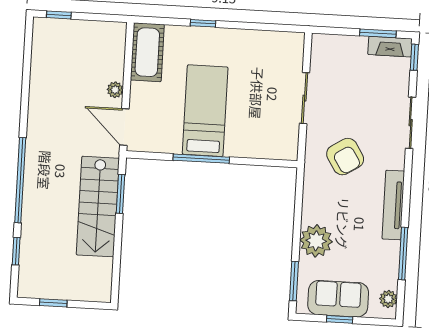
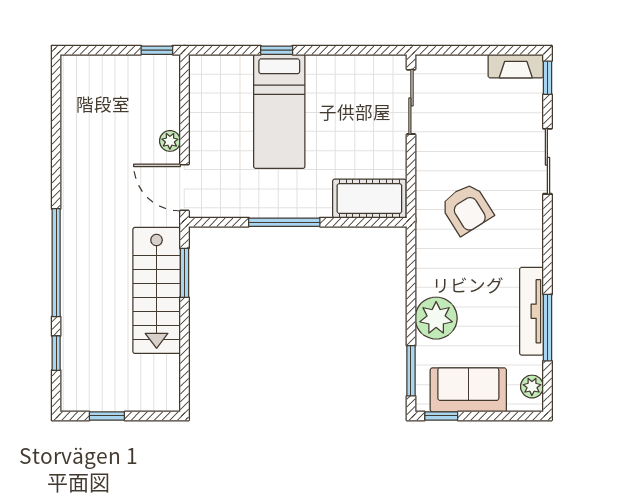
window: (59, 15) -> (157, 50), moved
window: (378, 33) -> (499, 50), removed
cot: (147, 52) -> (369, 199), moved, turned 90
sliding door: (305, 98) -> (411, 102), moved
bed: (205, 111) -> (279, 111), moved, turned 180
tv unit: (393, 205) -> (531, 311), moved
window: (340, 319) -> (441, 416), moved

